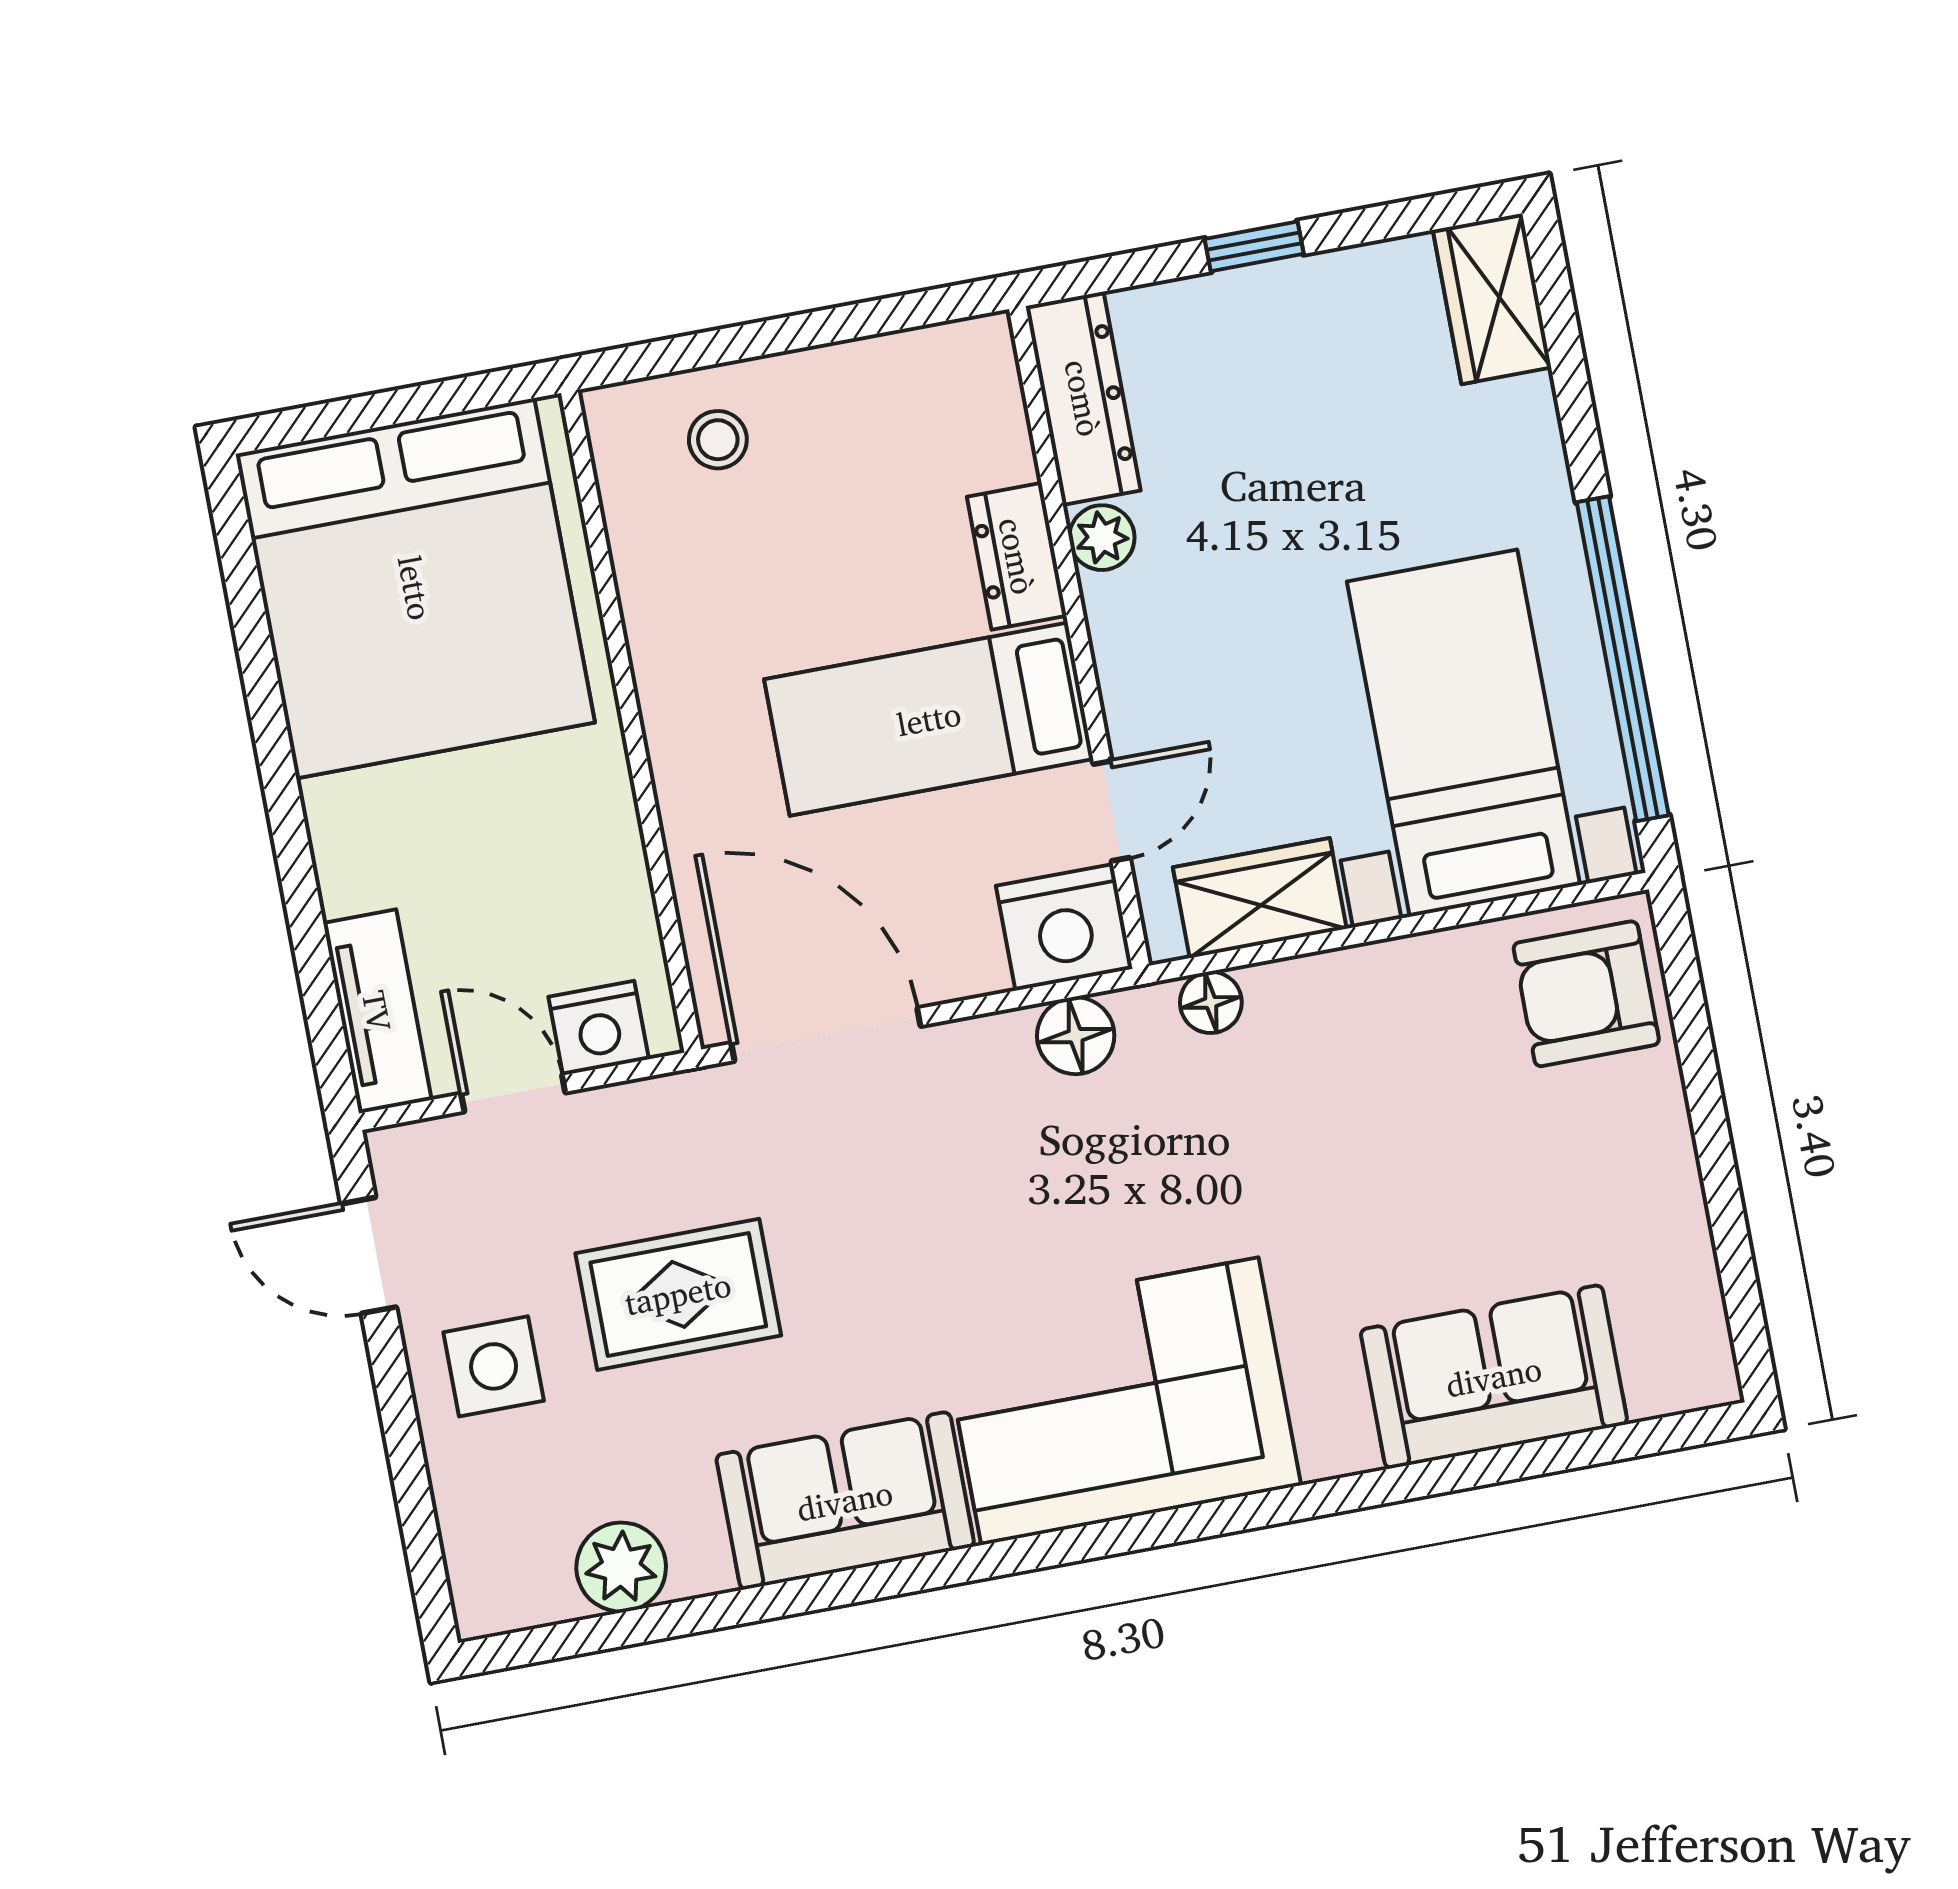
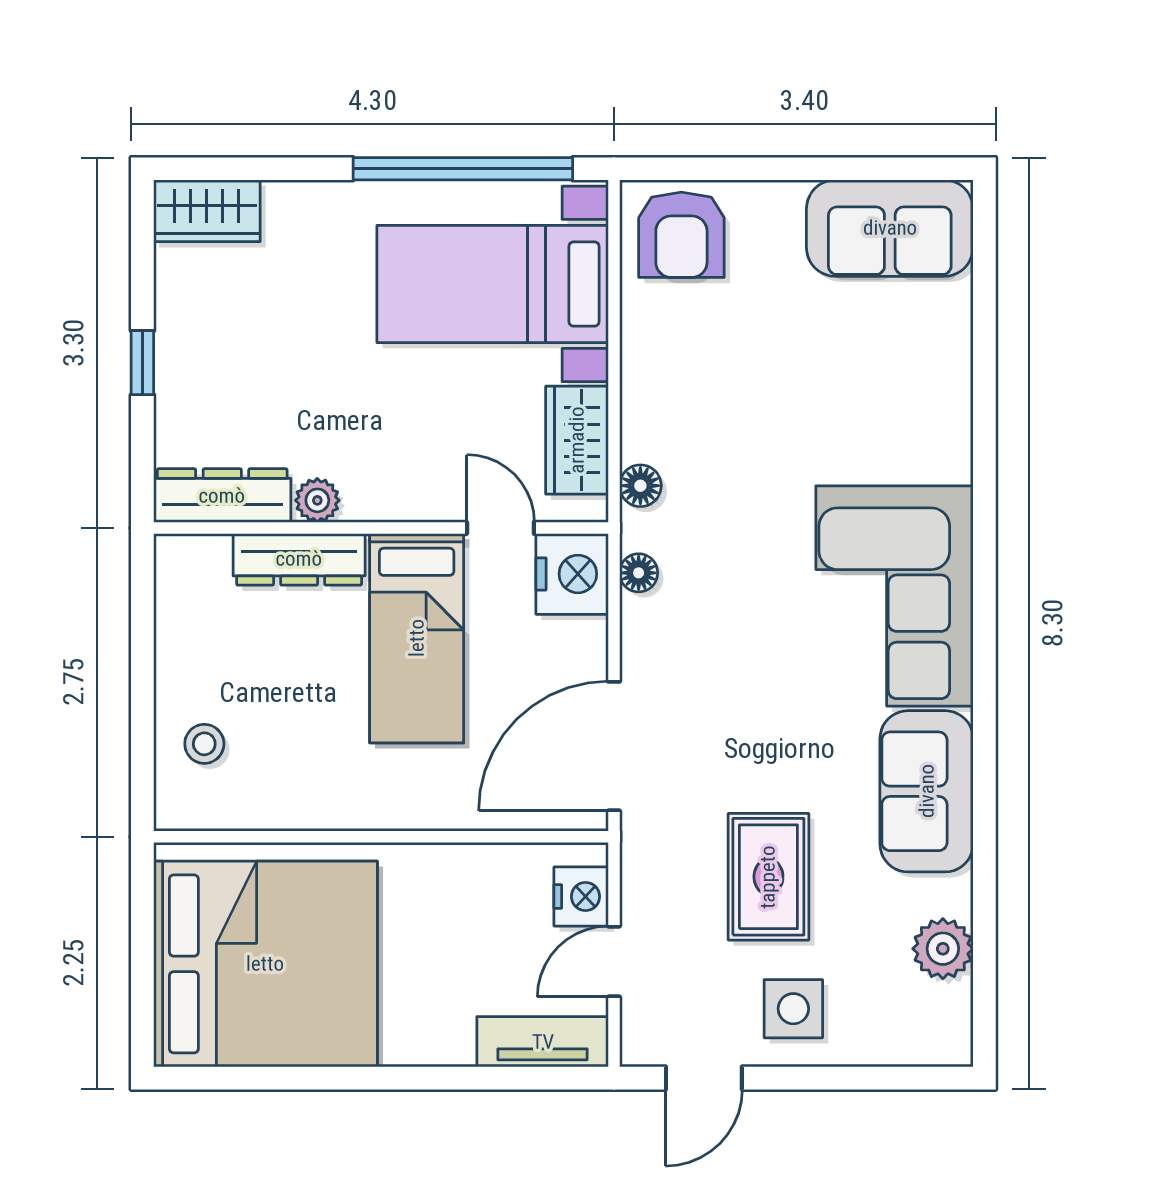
dresser: (1017, 556) -> (299, 559), width x1.44
floor lamp: (1076, 1036) -> (639, 573), width x0.73, depth x0.73
sofa: (1494, 1377) -> (890, 228), moved, turned -90

